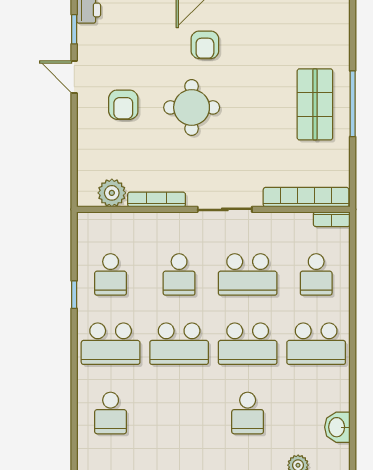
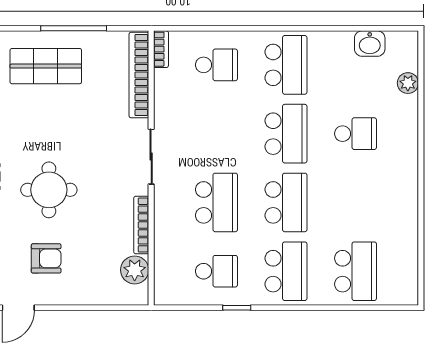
window: (353, 104) -> (74, 28), moved
school desk: (179, 274) -> (216, 202), width x1.85
school desk: (248, 274) -> (216, 134), removed
school desk: (111, 413) -> (355, 271), width x1.85

